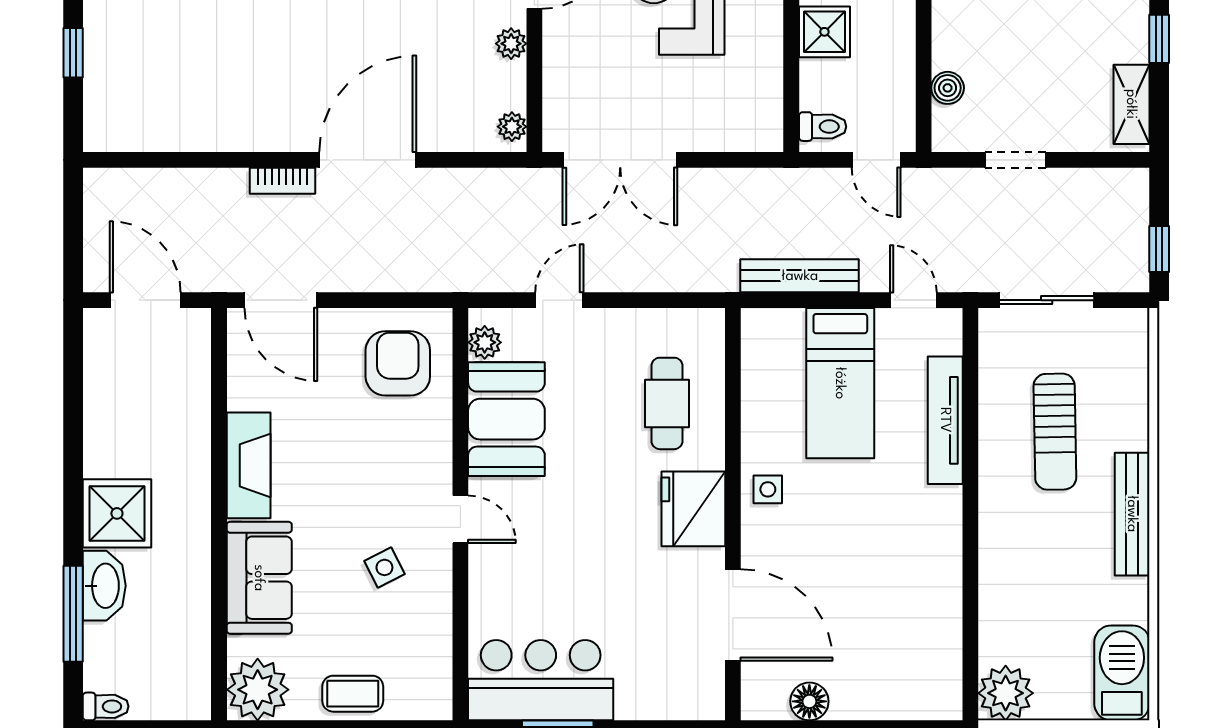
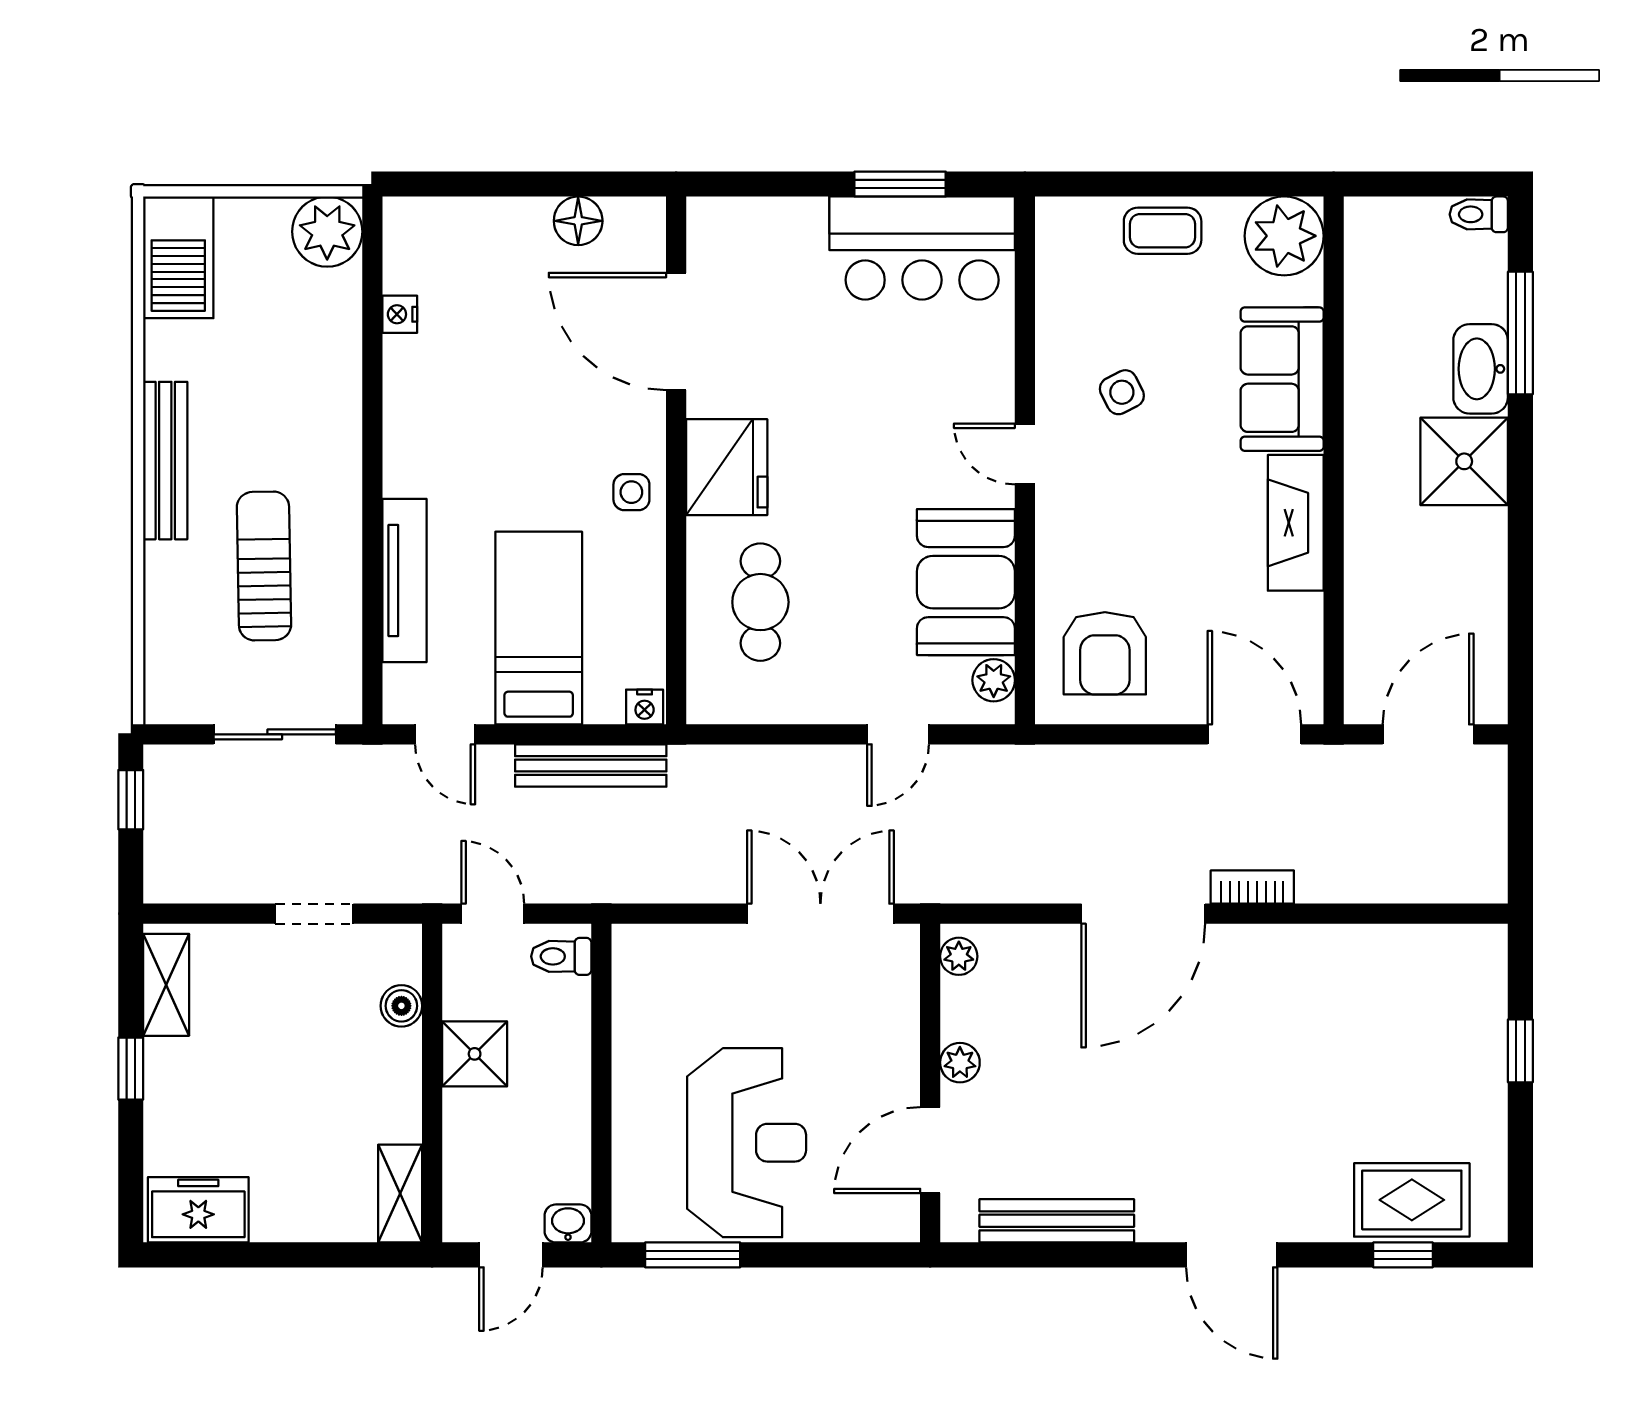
shower: (824, 32) -> (475, 1054), moved
door: (145, 300) -> (1428, 734), swing flipped
nightstand: (758, 321) -> (645, 707), added
nightstand: (949, 628) -> (400, 314), added

